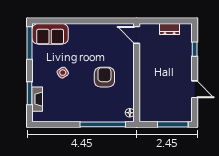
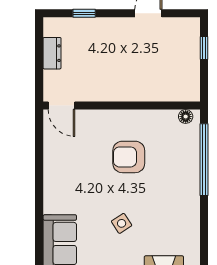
door: (137, 35) -> (61, 106), hinge flipped
window: (173, 124) -> (204, 48), width x0.46

